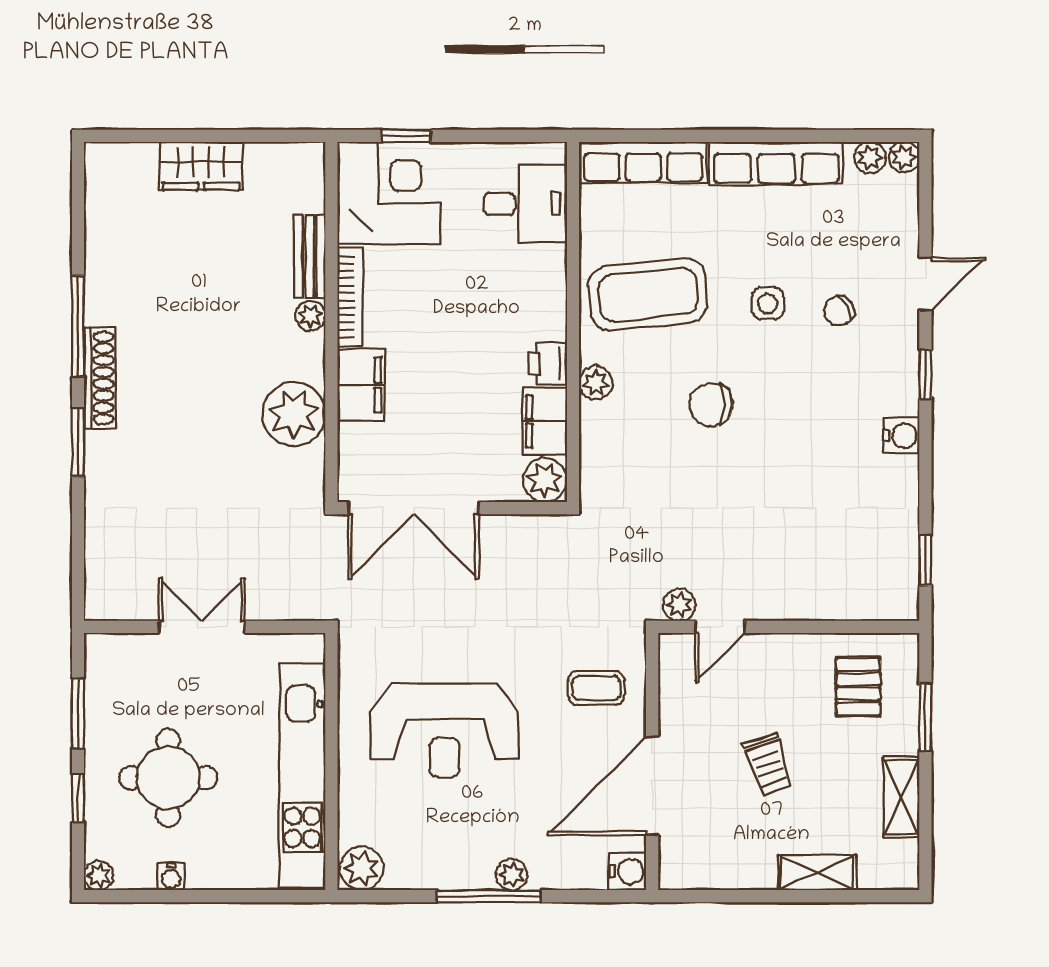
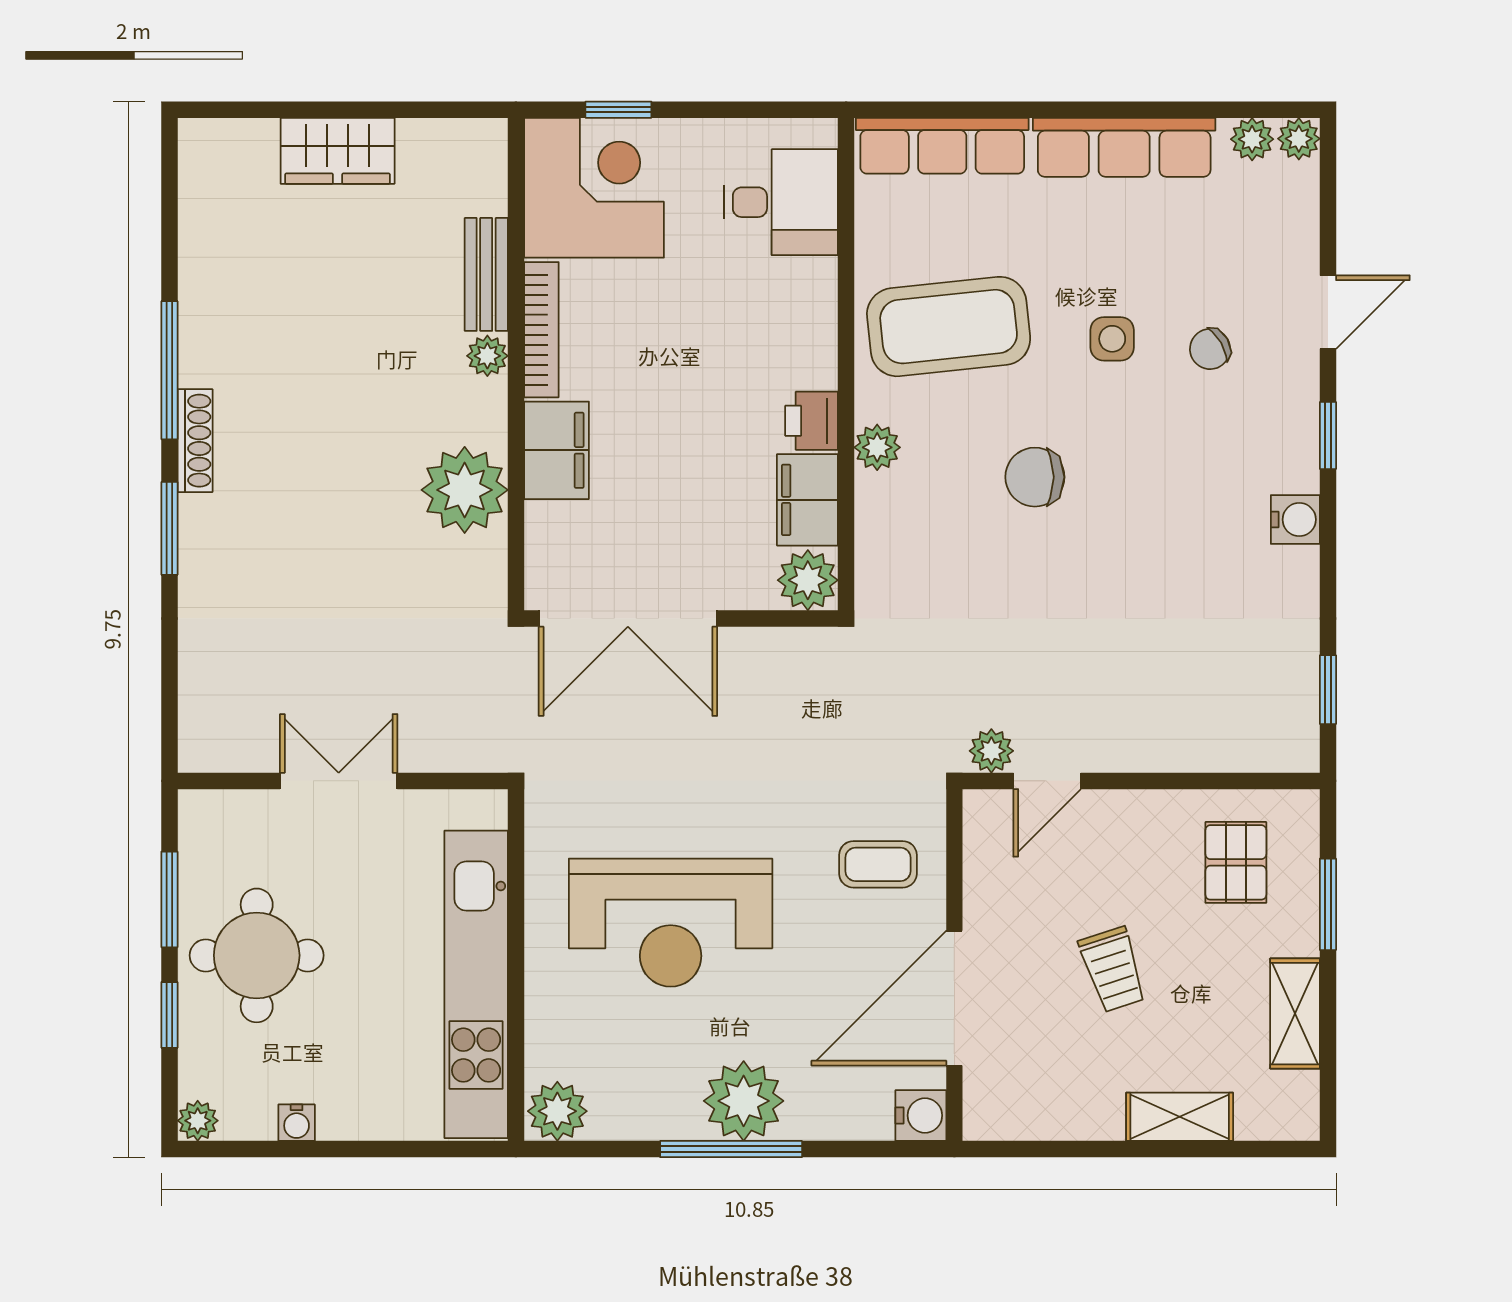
shoe rack: (100, 378) -> (195, 441), width x0.74, depth x0.81
round table: (168, 778) -> (257, 955), moved
plant: (512, 875) -> (744, 1101), width x1.88, depth x1.88

